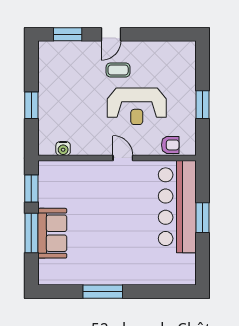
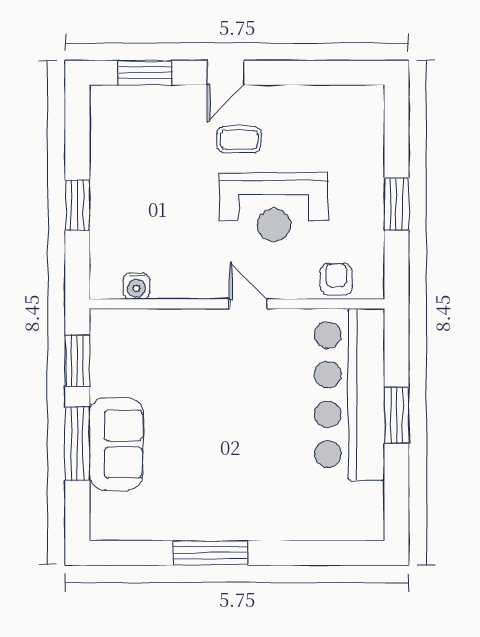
armchair: (170, 145) -> (336, 279), turned -90

